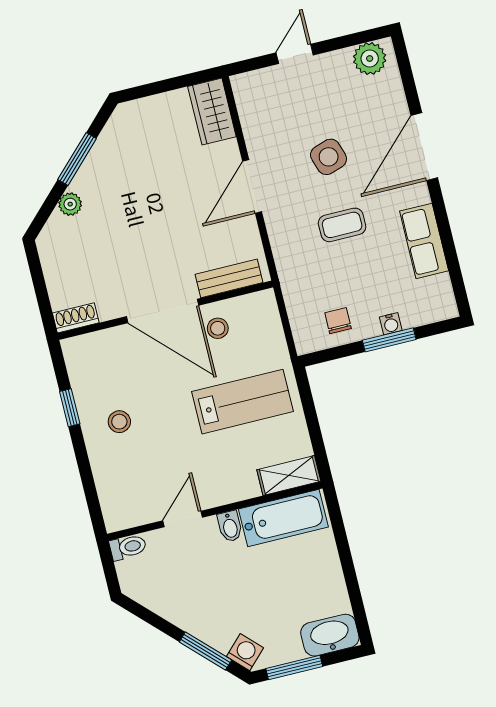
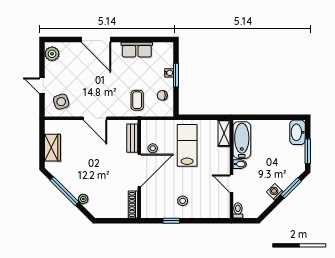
wardrobe: (212, 112) -> (53, 148), moved, turned -90
side table: (329, 157) -> (61, 102), moved
window: (77, 159) -> (64, 191), width x1.44
coffee table: (342, 225) -> (137, 100), moved
shoe rack: (76, 318) -> (133, 205), width x1.43
washing machine: (245, 652) -> (275, 192), moved

